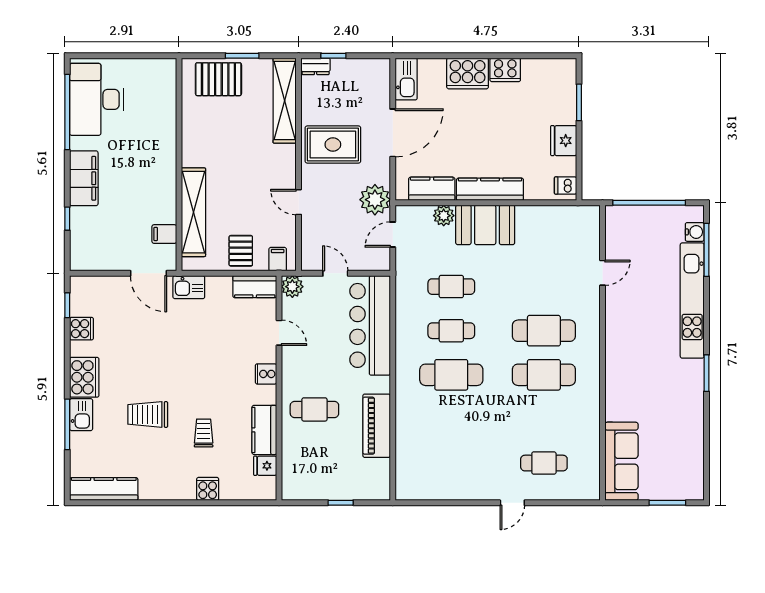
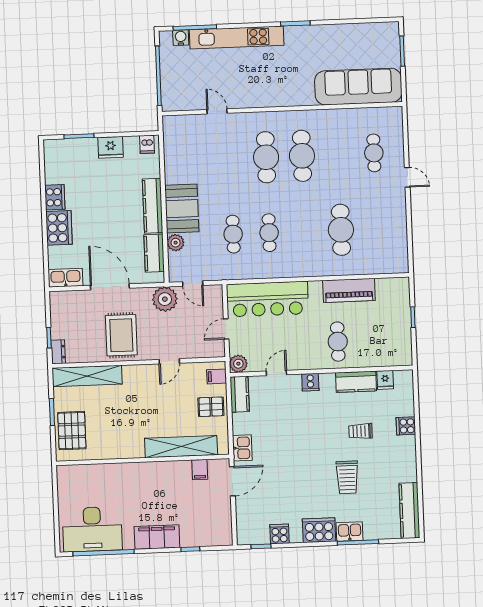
cafe table: (451, 375) -> (341, 230), moved
sofa: (621, 461) -> (358, 87), width x1.36, depth x1.27

